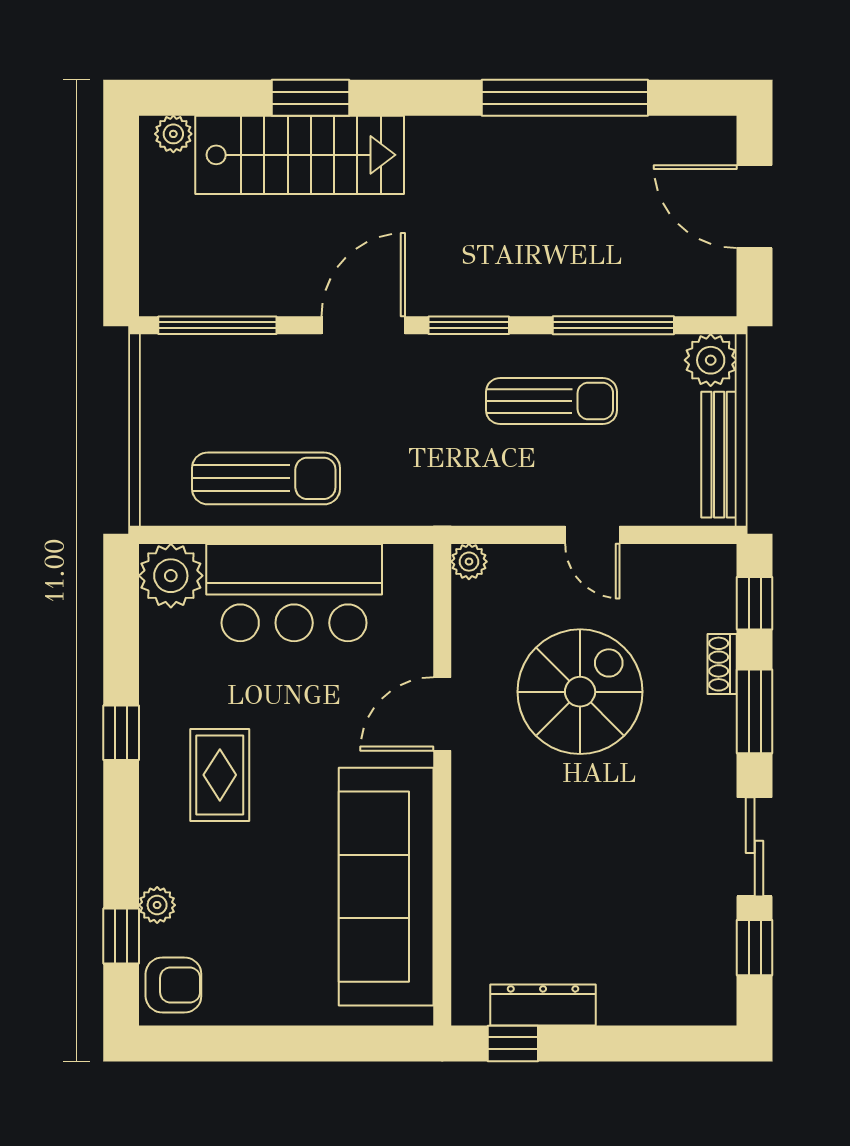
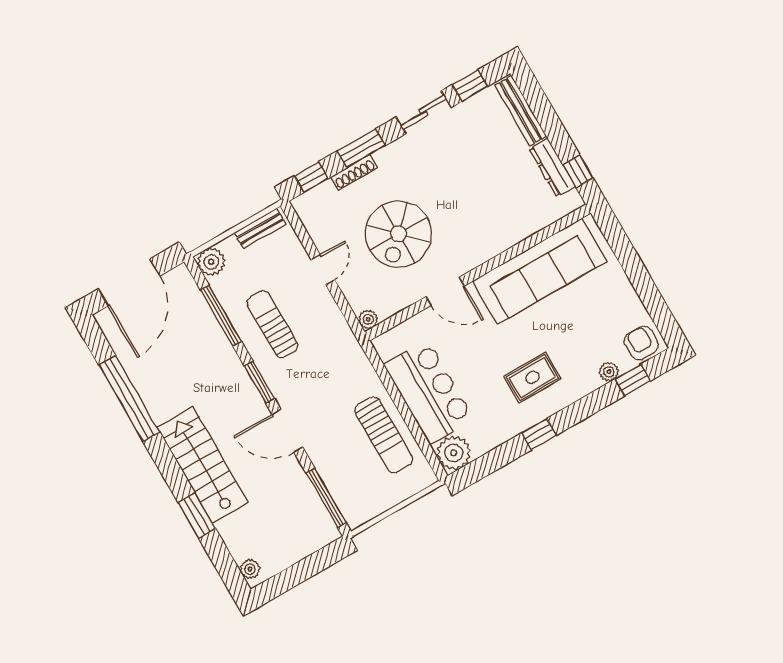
stairs: (300, 155) -> (203, 465), moved
door: (755, 207) -> (129, 282), width x1.36
bench: (719, 455) -> (260, 228), width x0.73
sun lounger: (266, 478) -> (384, 435), turned 180
shoe rack: (722, 664) -> (354, 172), width x1.43
spiral stairs: (580, 692) -> (398, 234), turned -90
bench: (665, 1007) -> (521, 111), added

